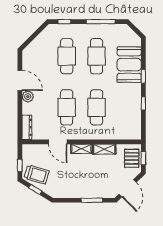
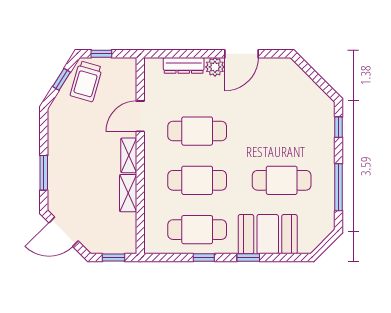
cafe table: (67, 56) -> (197, 230), moved
dresser: (27, 127) -> (184, 65), moved
pallet: (132, 158) -> (113, 238), removed

